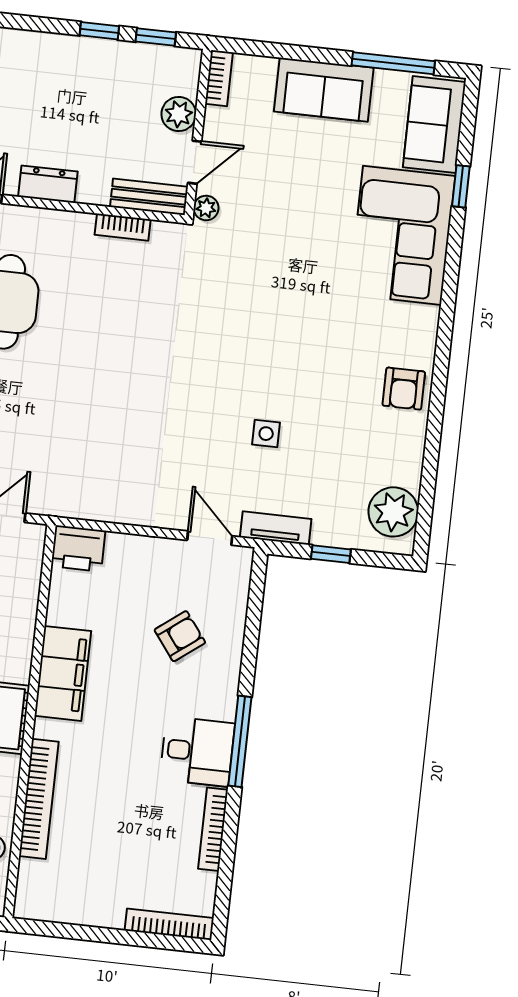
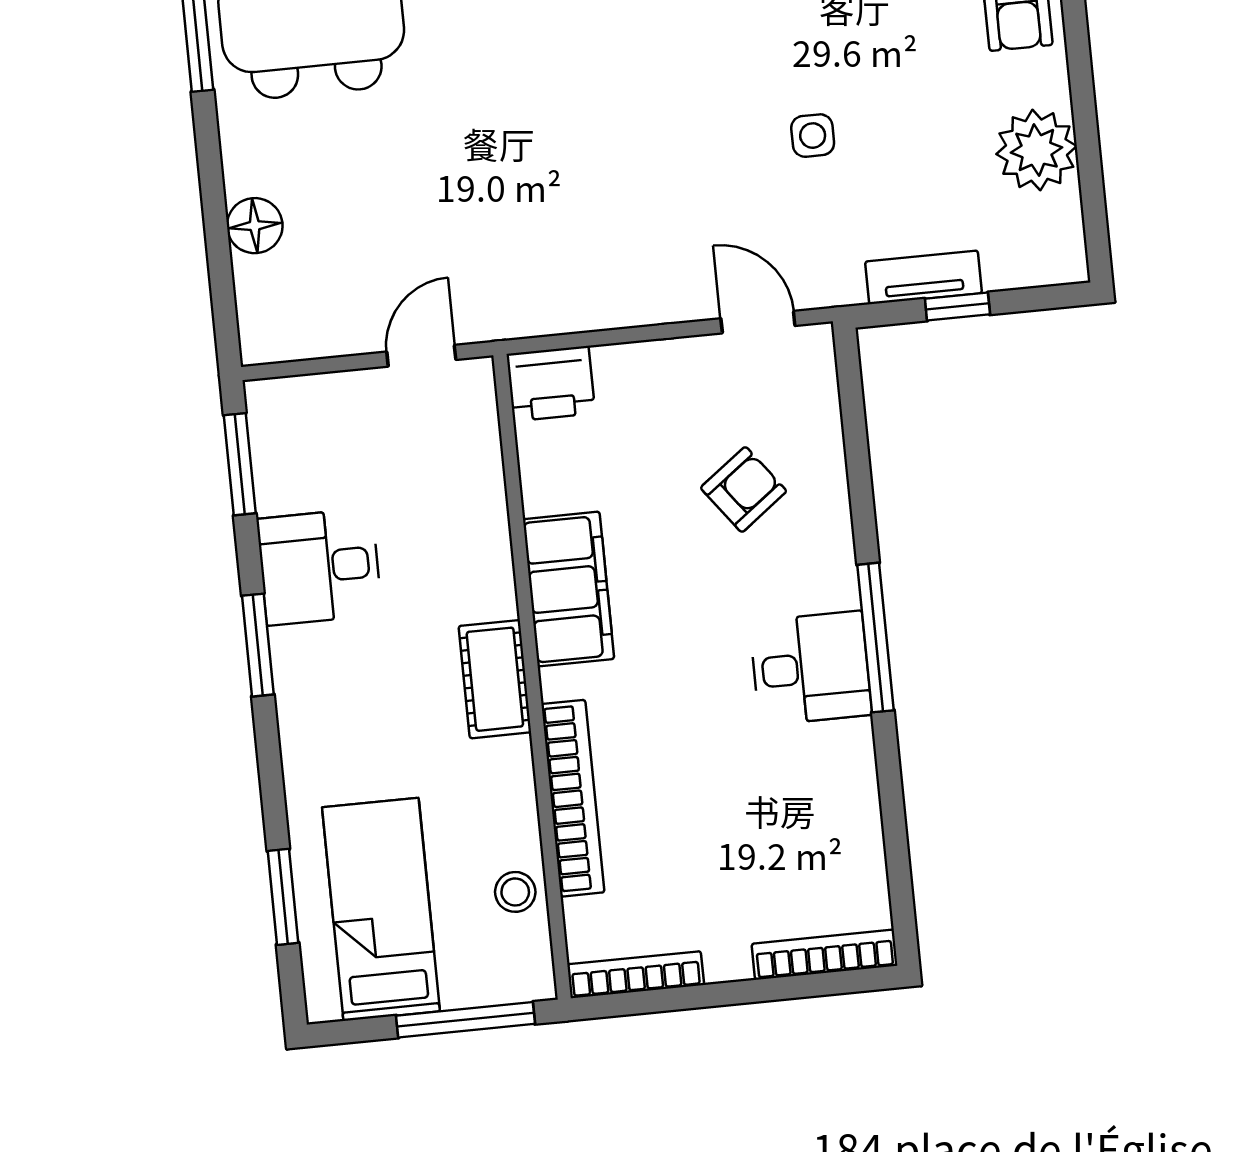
plant: (393, 512) -> (1036, 150), moved
tv unit: (276, 528) -> (924, 277), moved
bookcase: (213, 829) -> (636, 975), moved, turned 90

